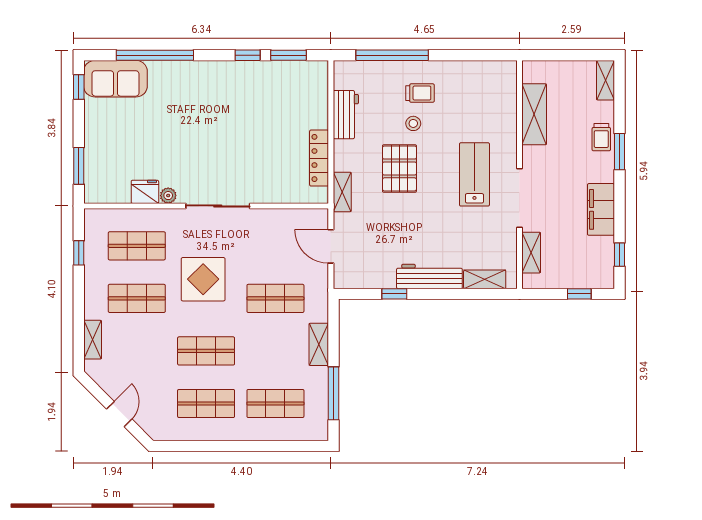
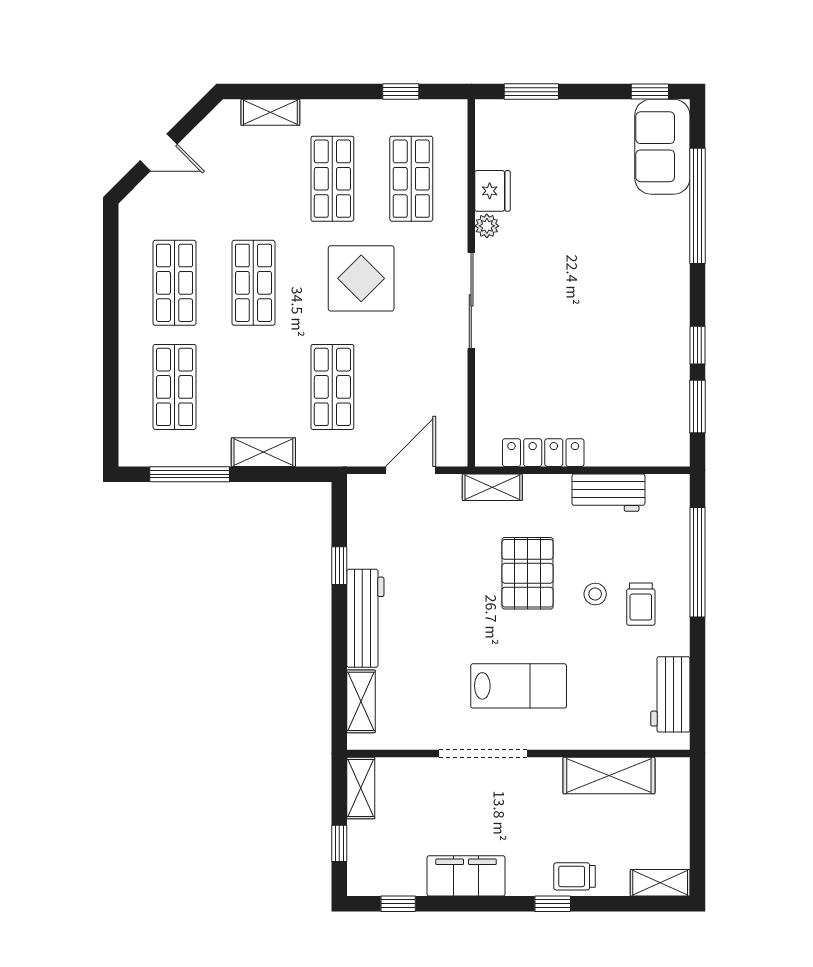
workbench: (480, 73) -> (670, 694), added
window: (619, 152) -> (553, 904), width x0.67
pallet: (399, 168) -> (528, 573), turned 90
shelving: (531, 253) -> (361, 788), moved, turned 90

